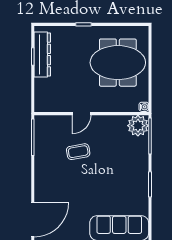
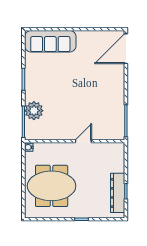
plant: (138, 126) -> (34, 111), moved
coffee table: (78, 152) -> (86, 108), removed

